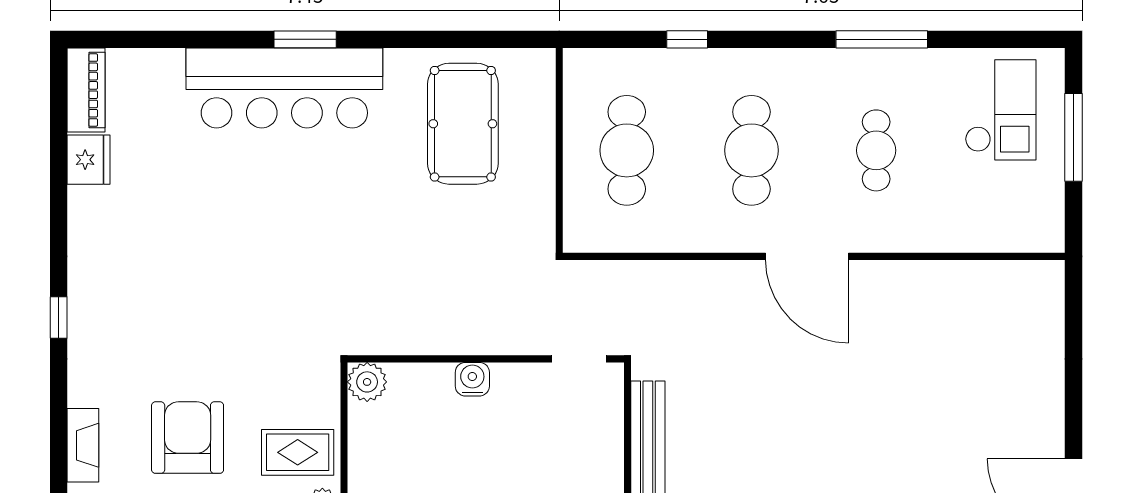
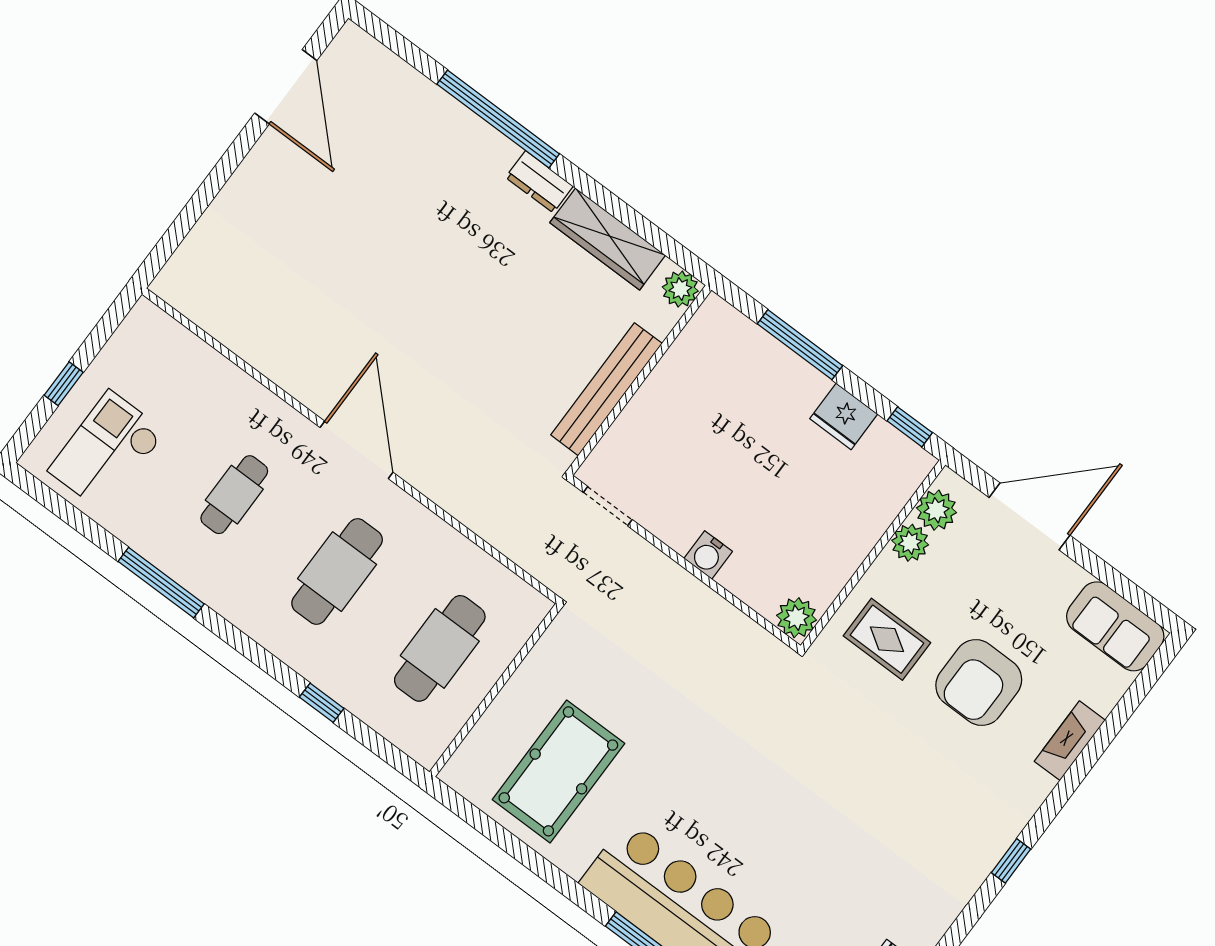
window: (1073, 137) -> (64, 384), width x0.46
rug: (298, 452) -> (887, 639), moved

